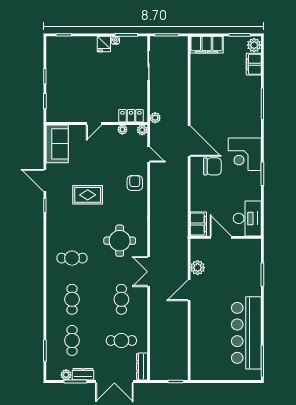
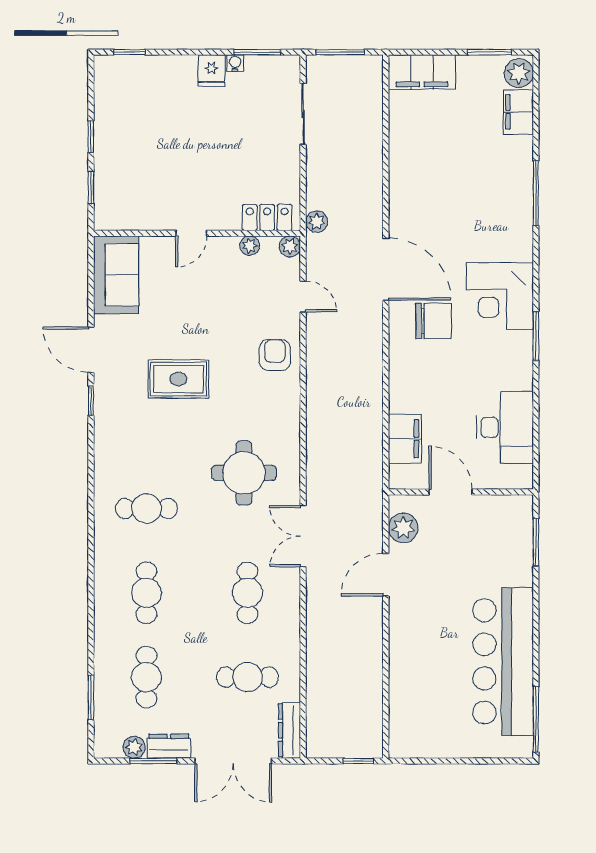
door: (221, 237) -> (451, 492), moved
wall: (226, 237) -> (461, 492), moved

